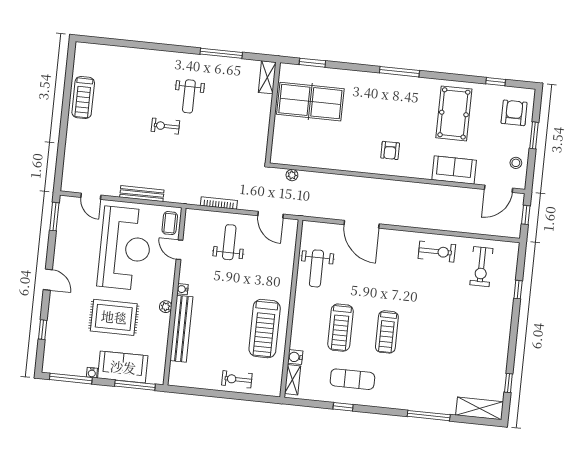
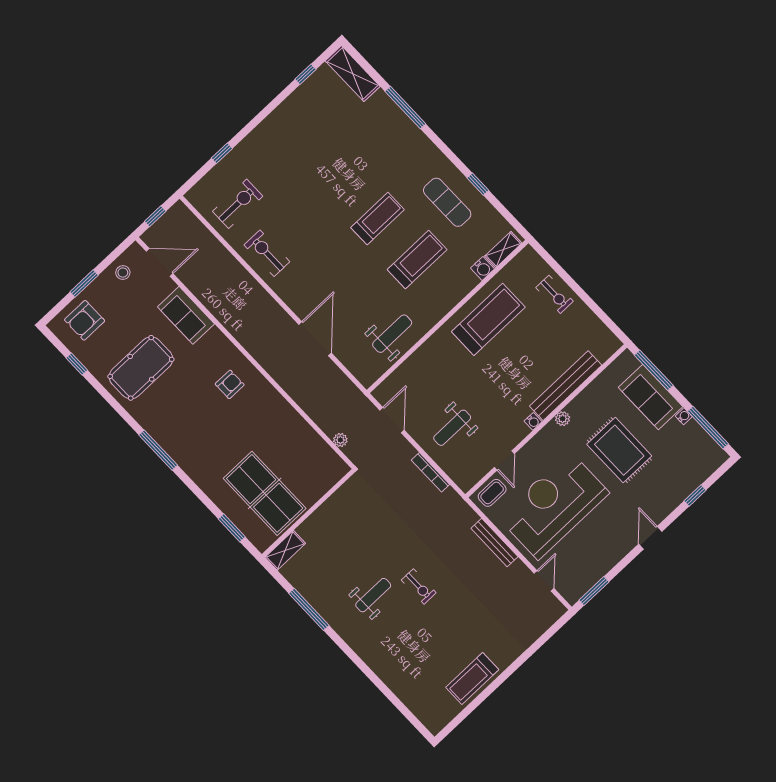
treadmill: (83, 97) -> (472, 679), turned 180

